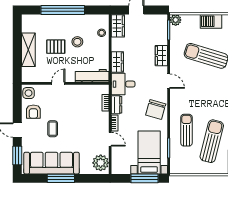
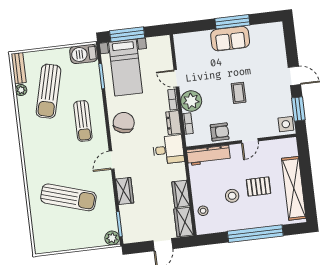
barbecue: (211, 21) -> (84, 54), moved, turned 180
shelving: (28, 50) -> (294, 188), width x1.47
wardrobe: (117, 62) -> (181, 194), moved
door: (169, 81) -> (112, 160), hinge flipped
armchair: (33, 112) -> (220, 132), moved, turned 90
coffee table: (53, 129) -> (239, 93), moved
sun lounger: (186, 130) -> (83, 121), moved
window: (17, 155) -> (298, 109), moved
sofa: (52, 163) -> (230, 39), width x0.54, depth x0.79
plant: (101, 163) -> (191, 101), moved

